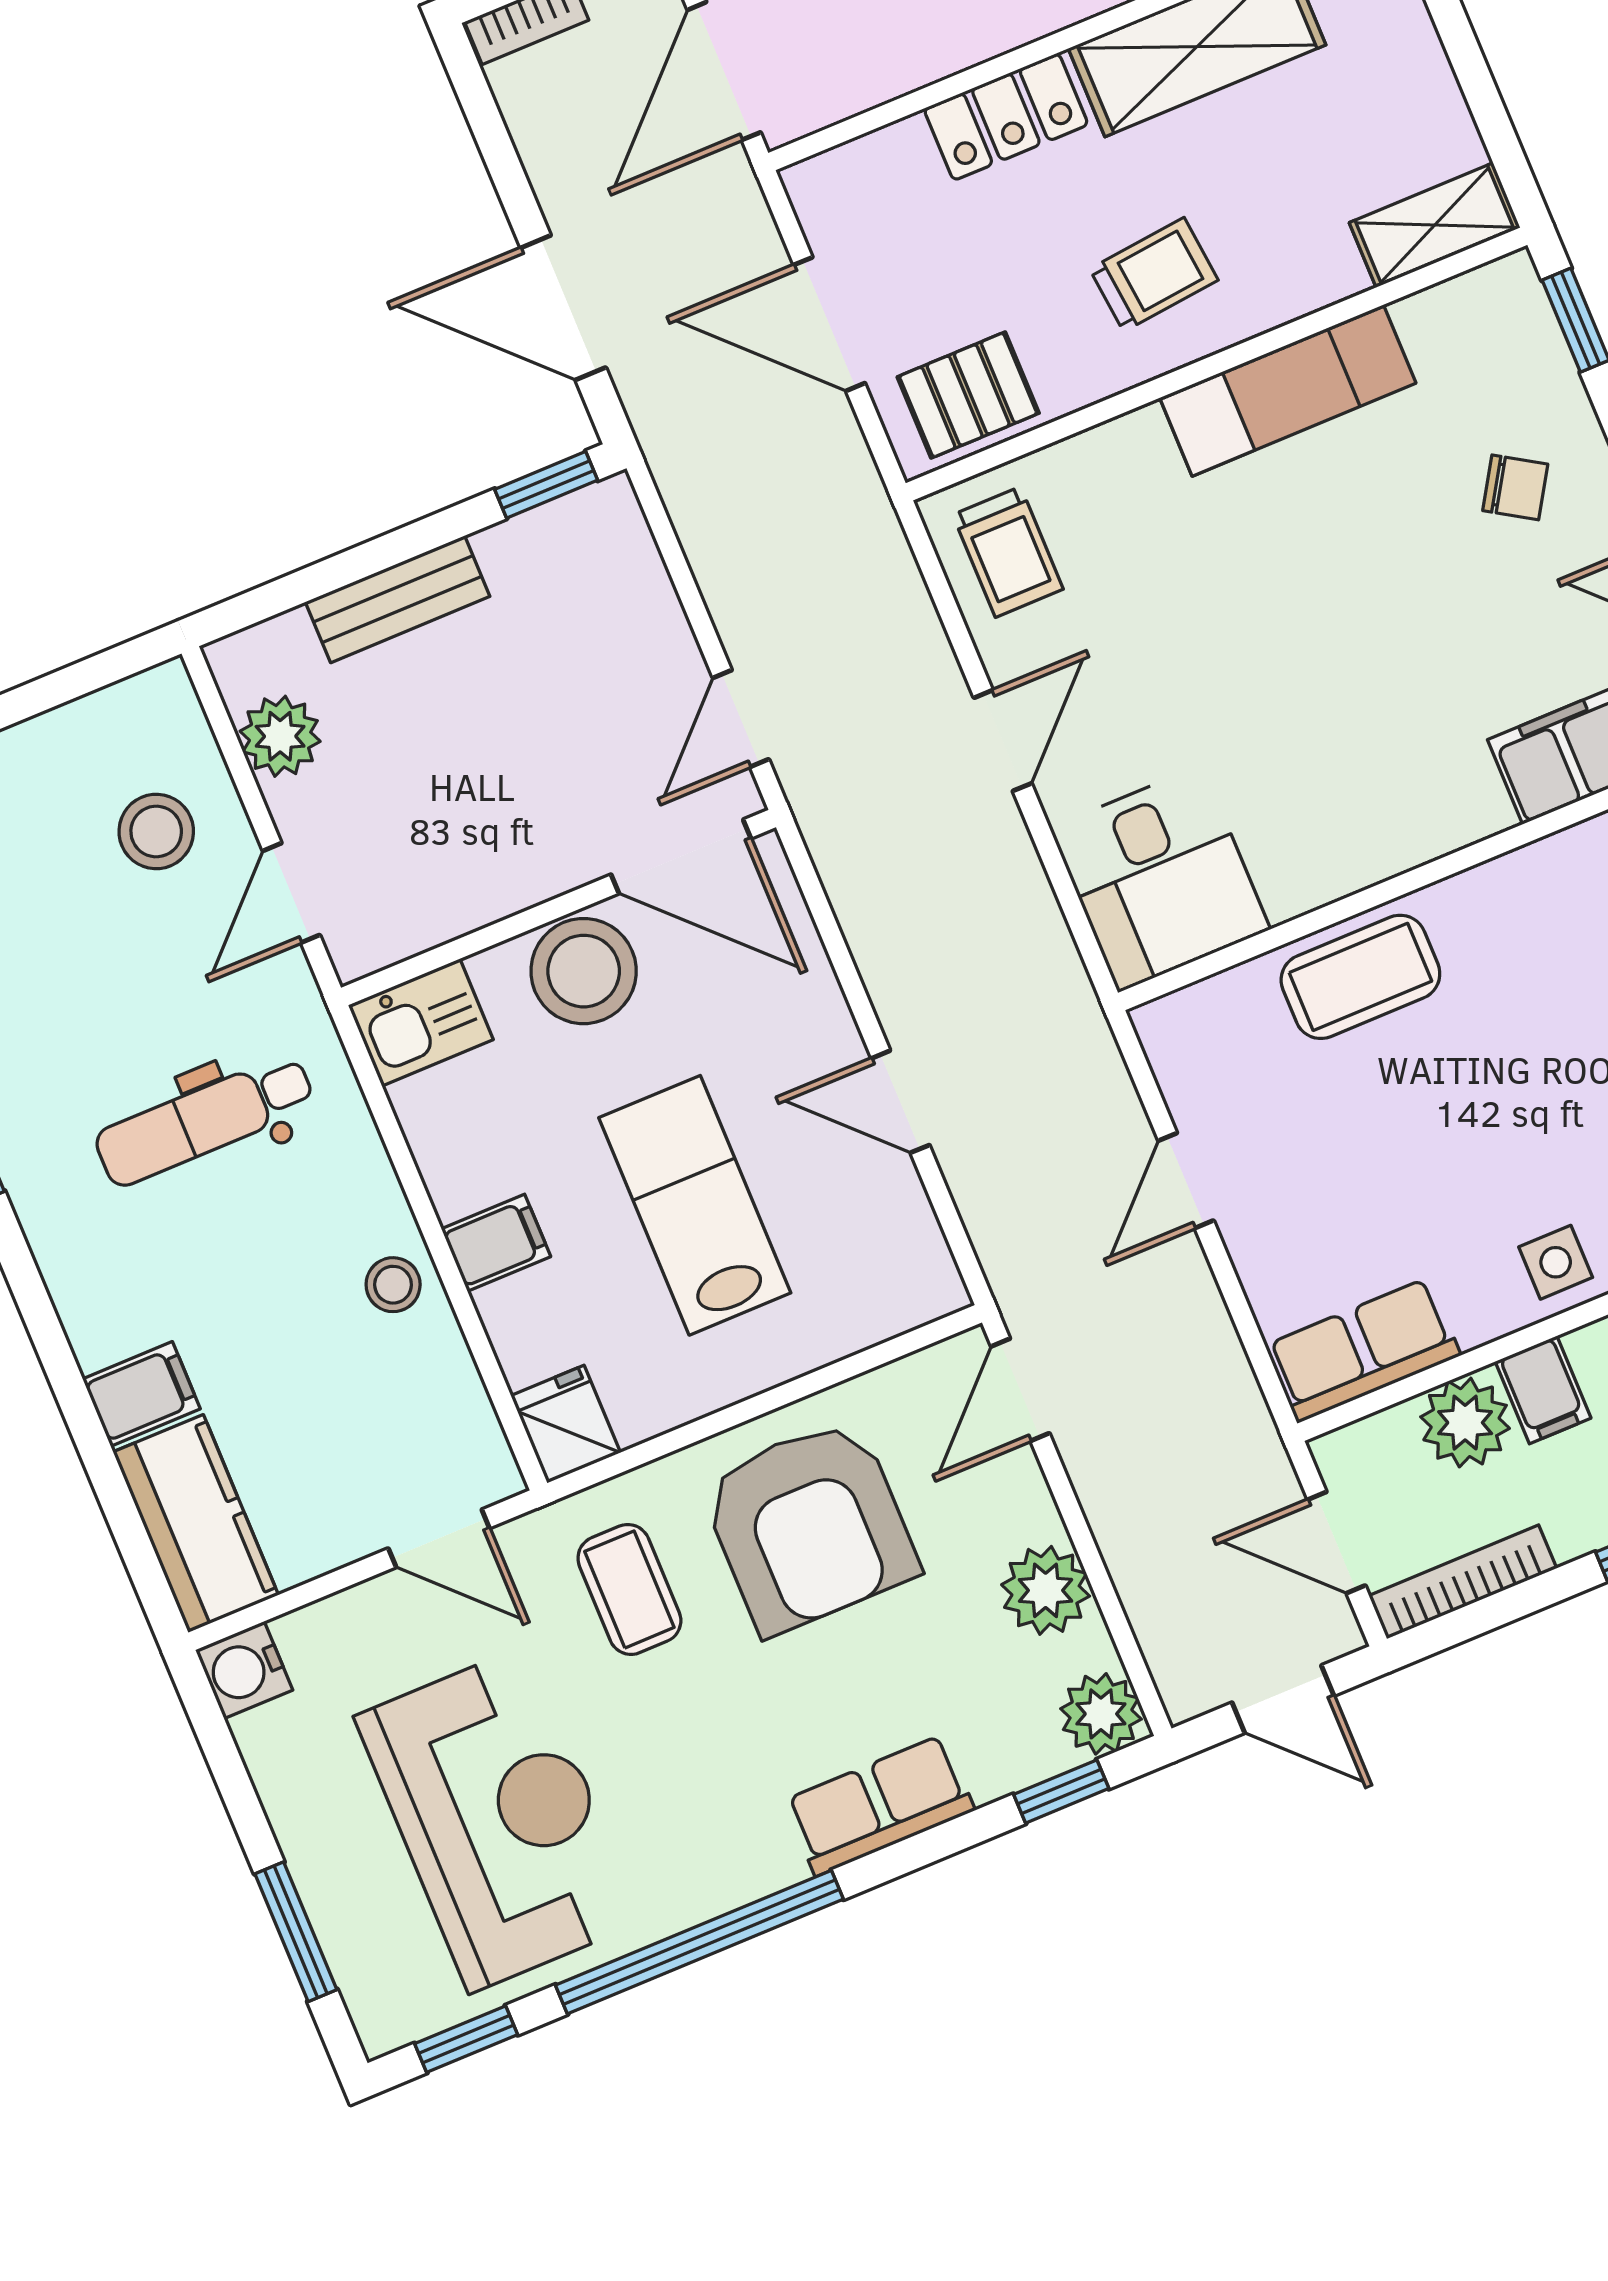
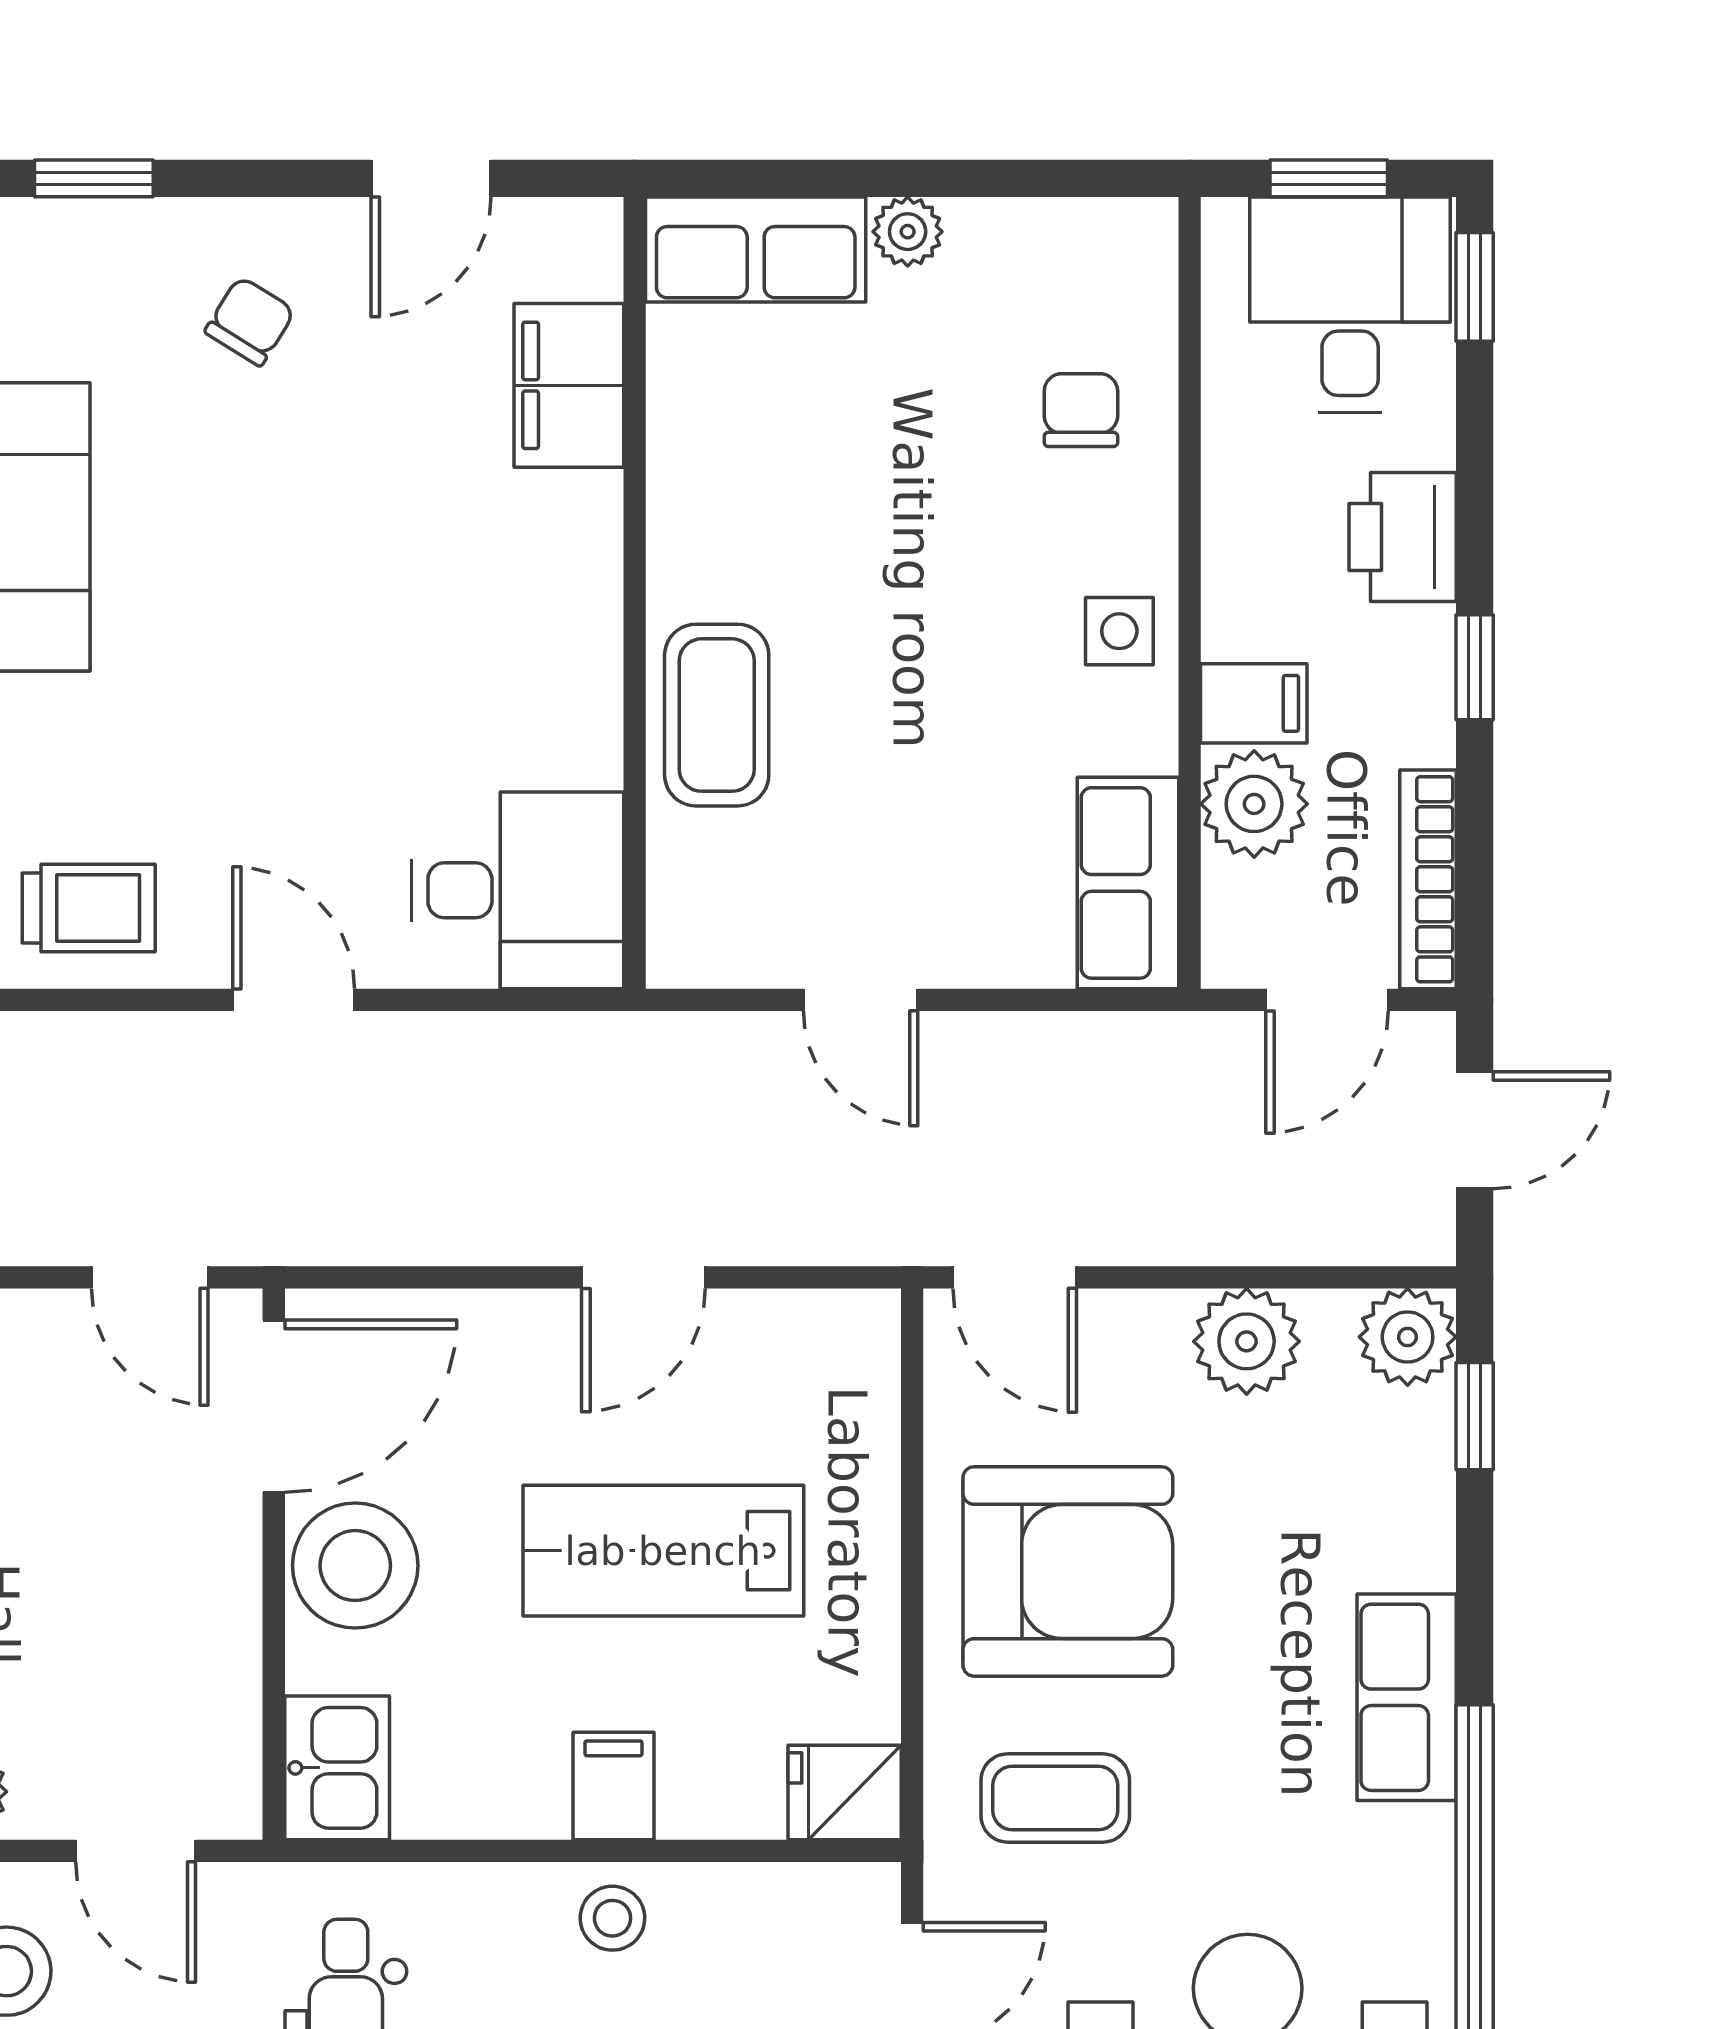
row of seats: (879, 1805) -> (1407, 1697), moved

